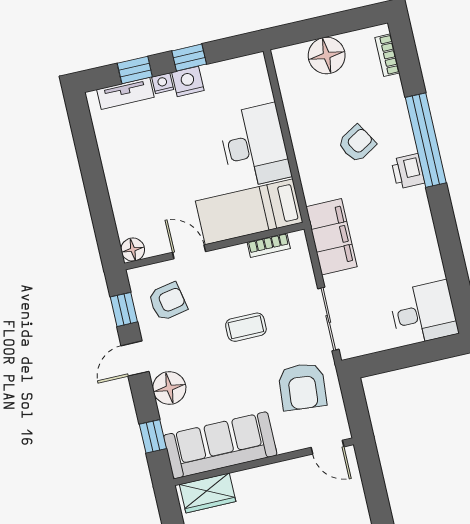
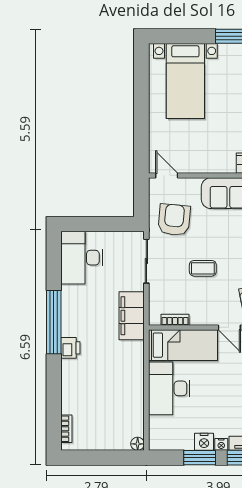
floor lamp: (327, 56) -> (138, 444), moved, width x0.53, depth x0.53
window: (189, 57) -> (200, 458), width x1.50
window: (426, 140) -> (54, 322), moved
armchair: (357, 144) -> (100, 374), removed
desk: (424, 313) -> (82, 258), width x1.37

